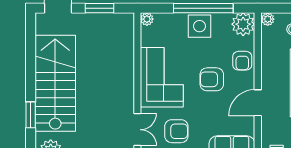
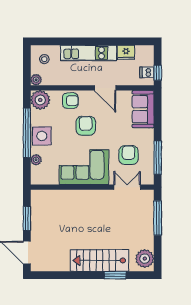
plant: (147, 19) -> (36, 160), moved
armchair: (212, 79) -> (86, 126), turned 180
stairs: (55, 83) -> (99, 260), width x0.73, depth x0.66

